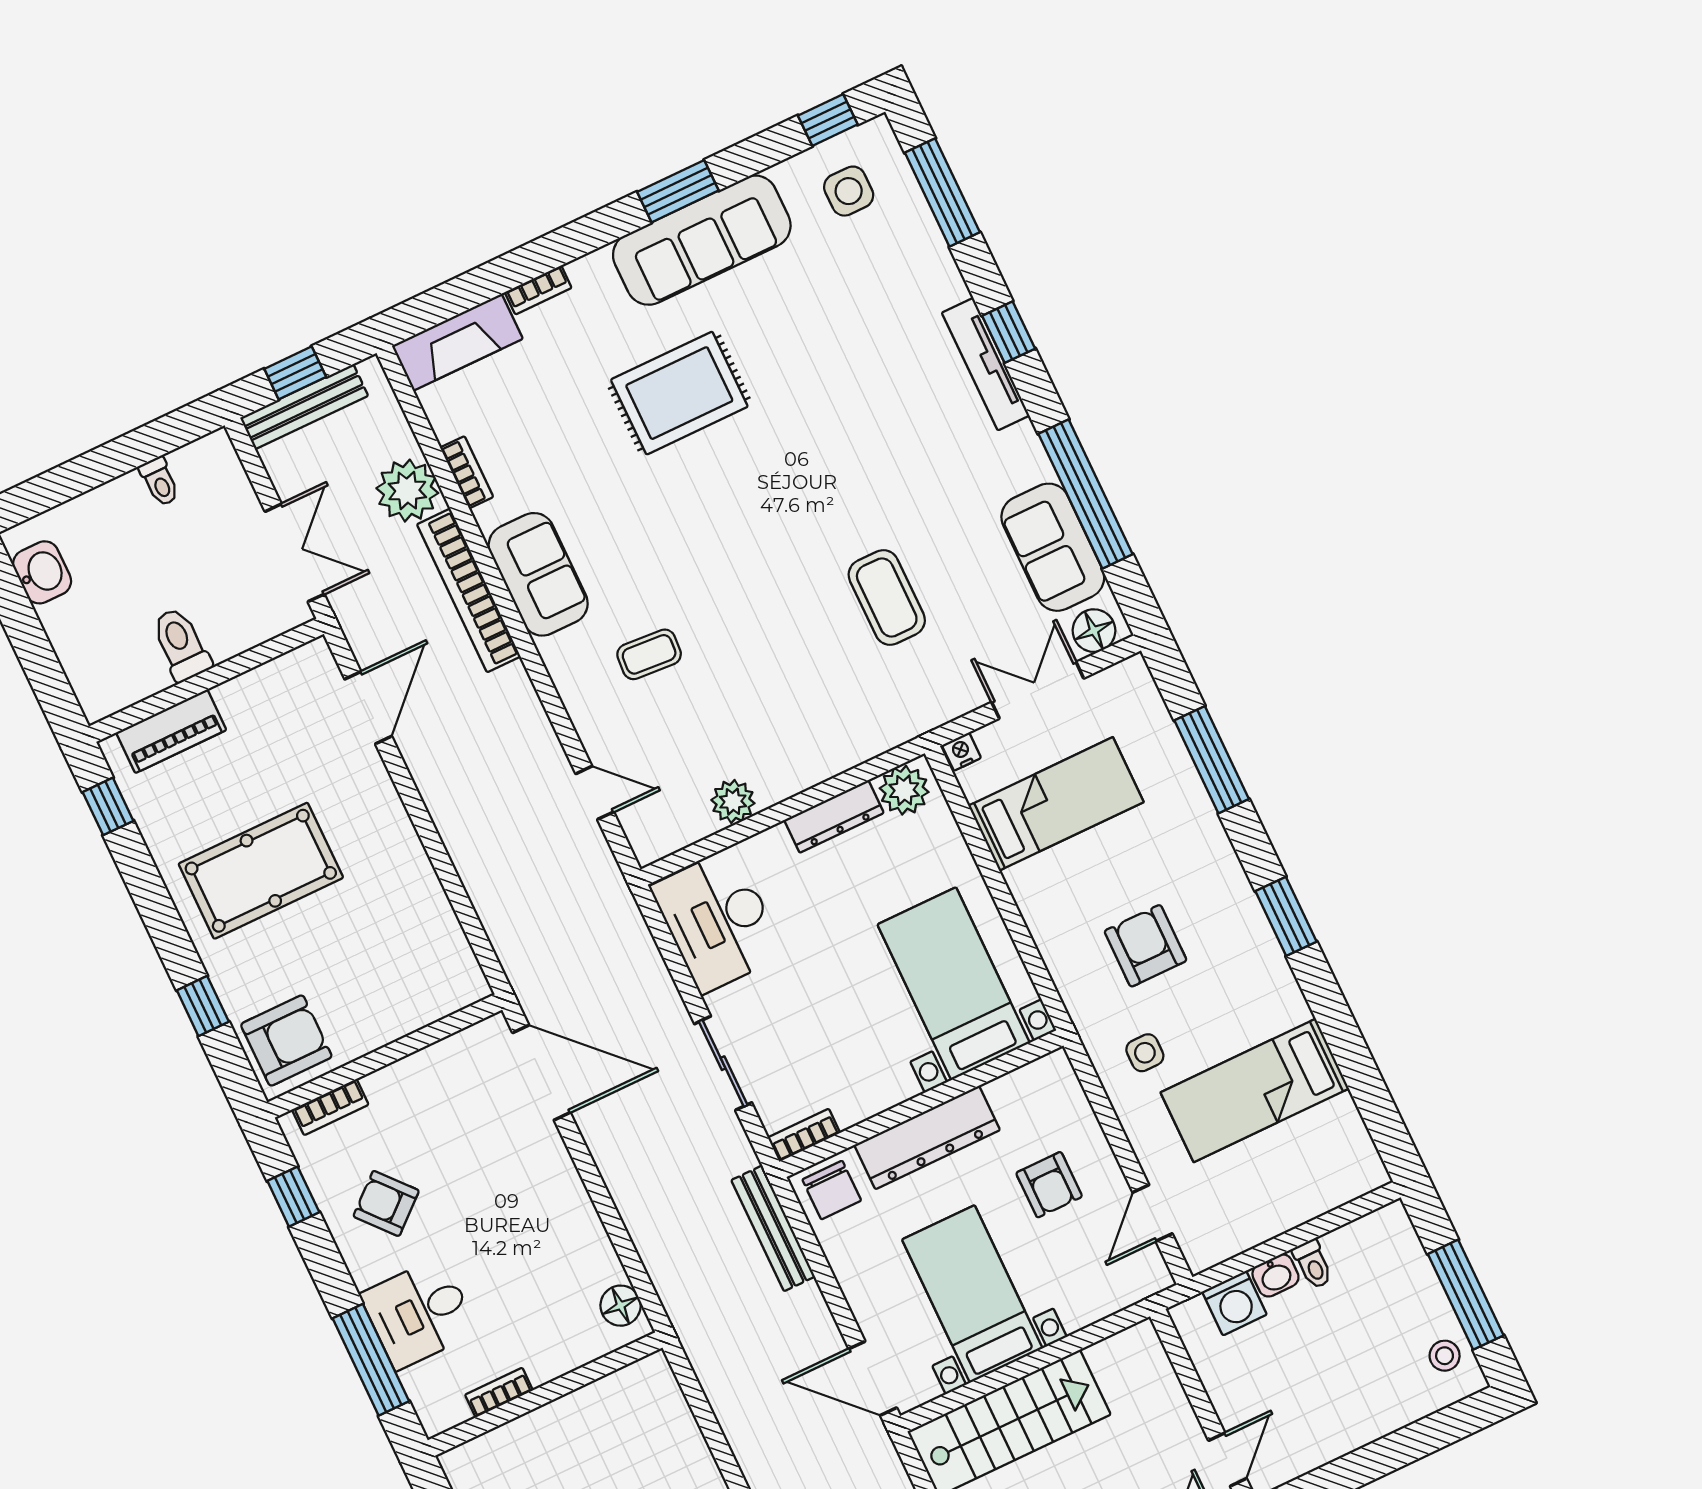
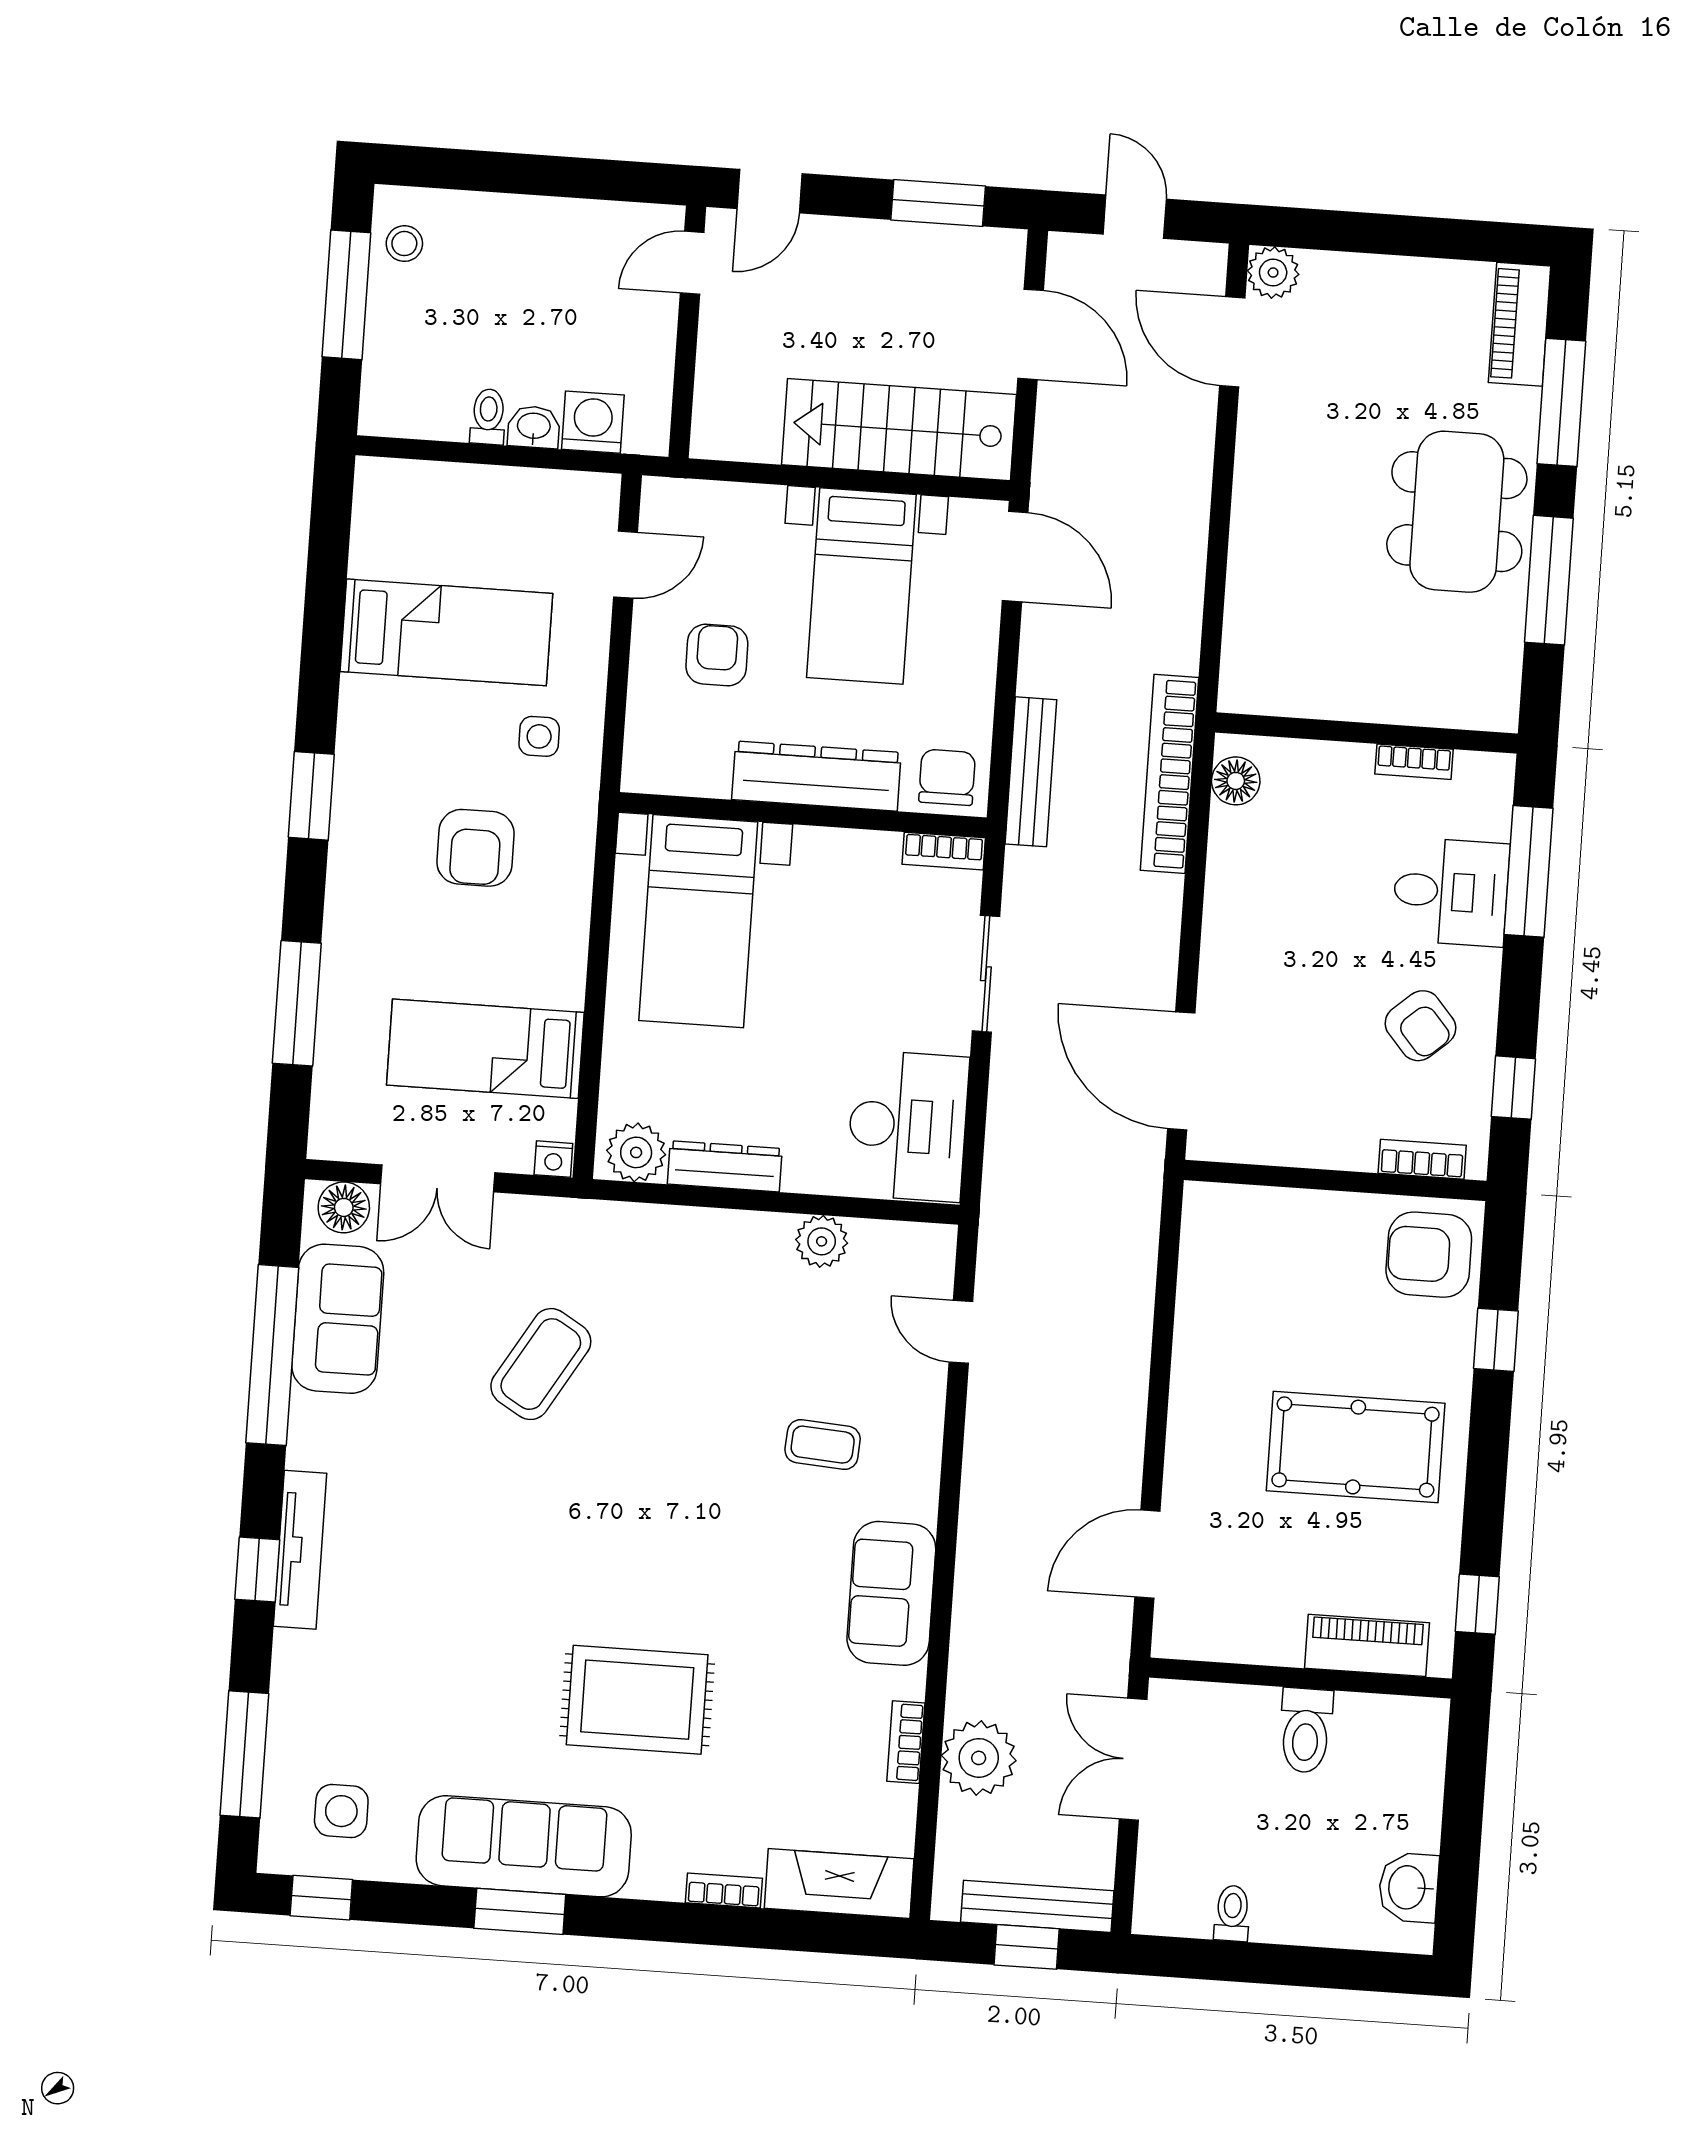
bookcase: (469, 590) -> (1169, 774), moved, turned 180
coffee table: (887, 597) -> (541, 1364), turned 31

